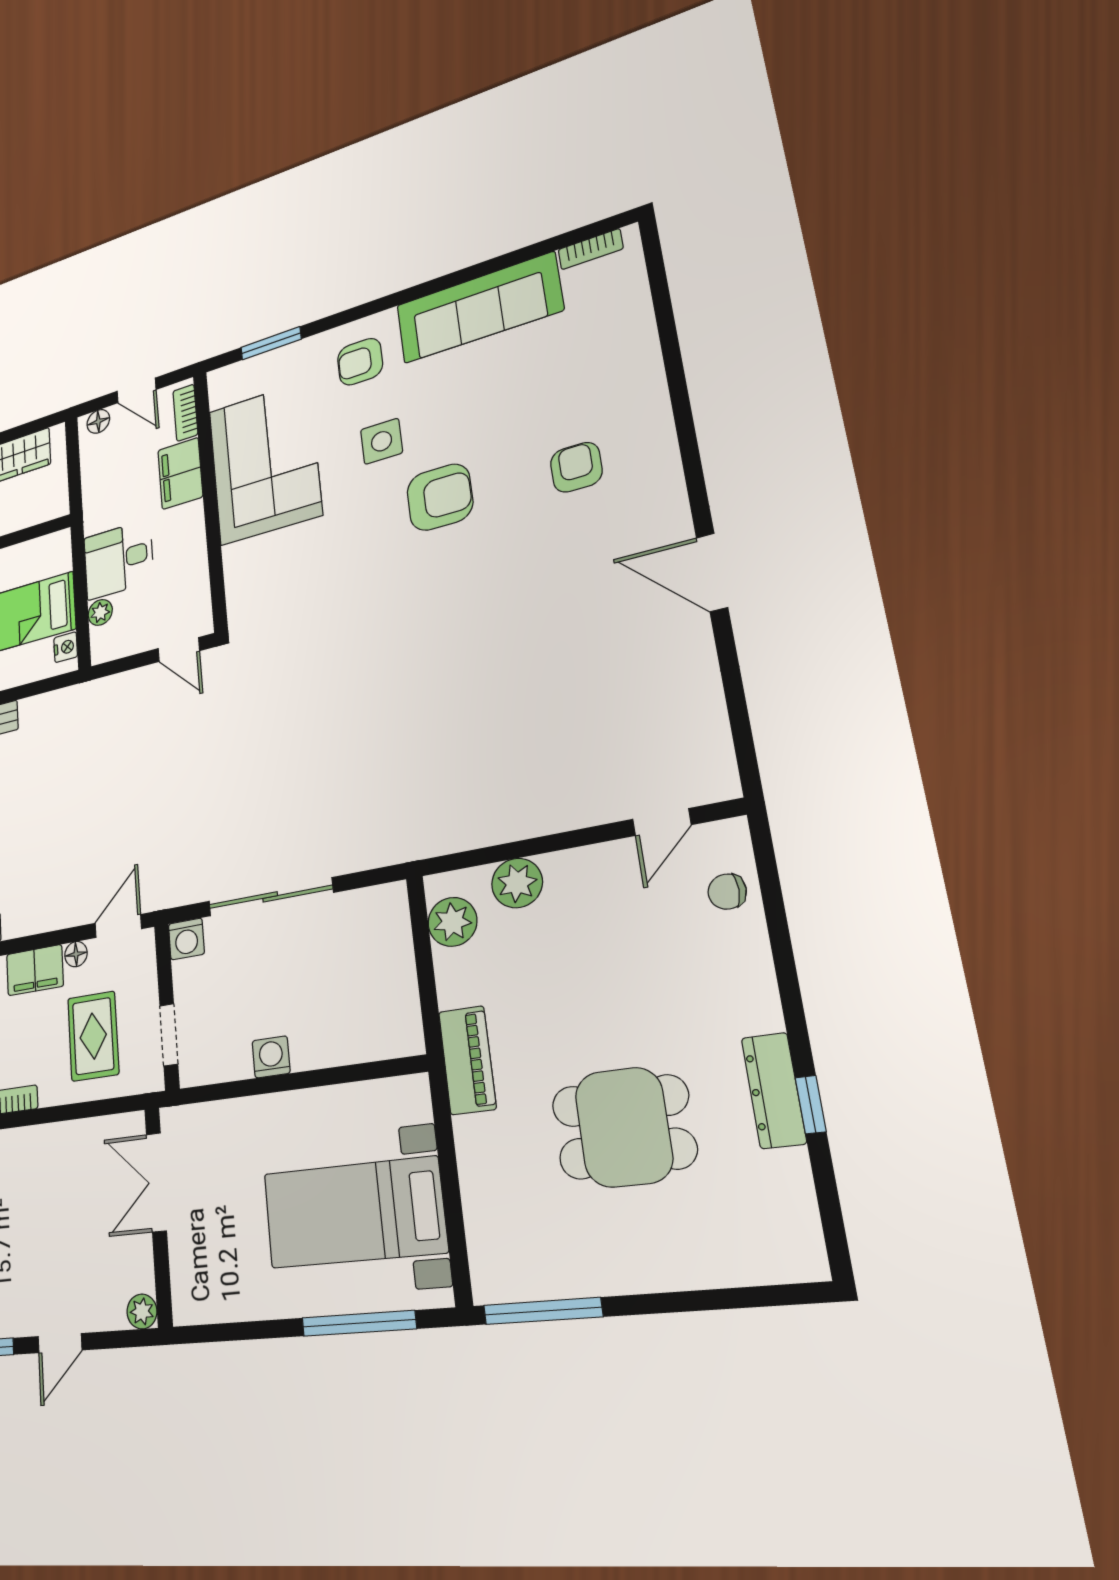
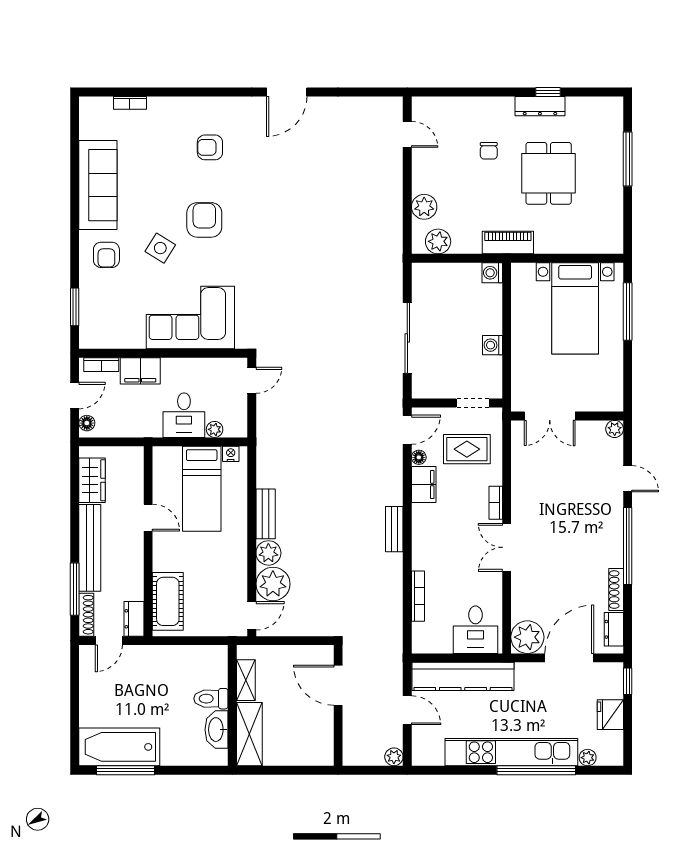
bookcase: (591, 249) -> (130, 103), moved, turned 90
side table: (382, 441) -> (160, 248), turned 32
corner sofa: (265, 462) -> (190, 318), moved
chair: (727, 892) -> (489, 151), moved
door: (118, 926) -> (407, 430), swing flipped
washing machine: (186, 939) -> (492, 273), moved, turned 180
window: (543, 1311) -> (628, 159), moved

